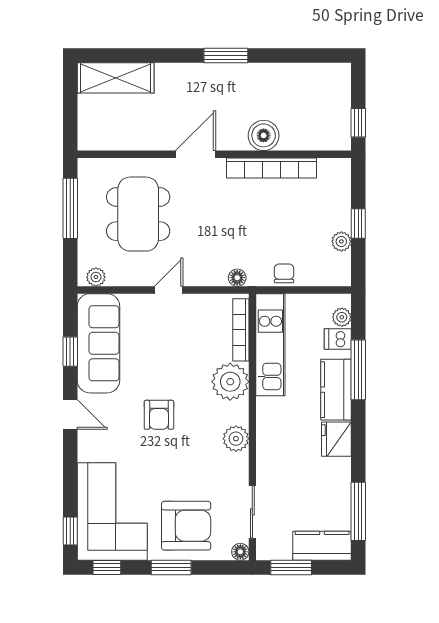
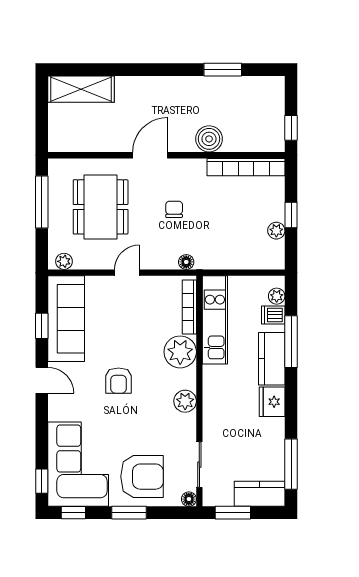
window: (226, 55) -> (223, 70), moved
bookcase: (272, 168) -> (246, 167), moved
chair: (284, 273) -> (174, 209), moved

